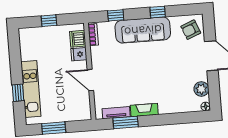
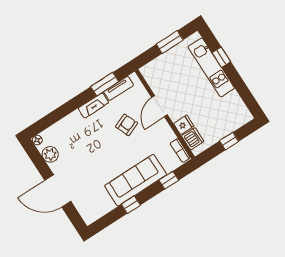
armchair: (191, 30) -> (127, 125), moved
door: (90, 80) -> (160, 106), swing flipped

